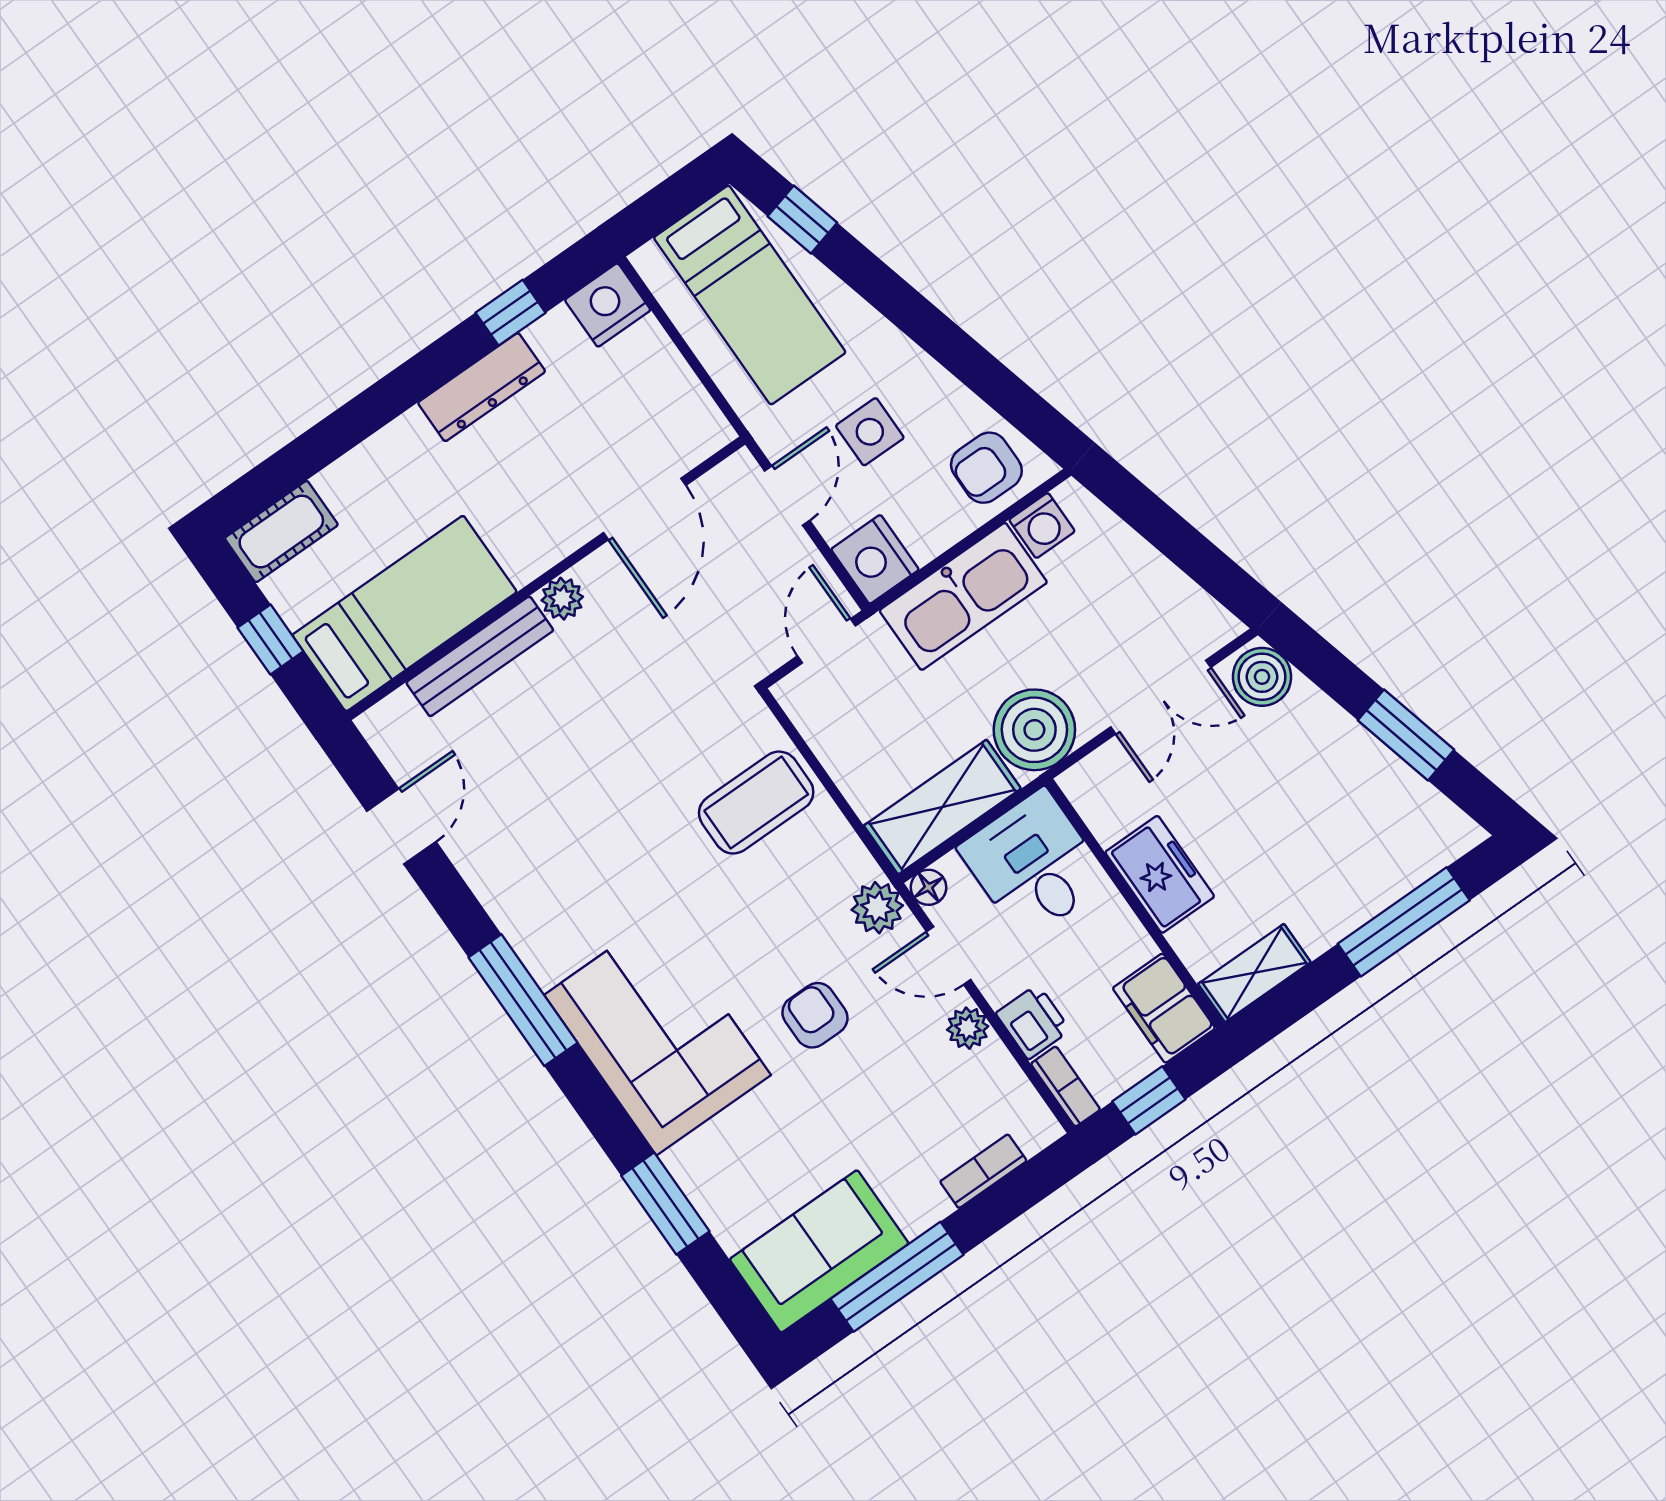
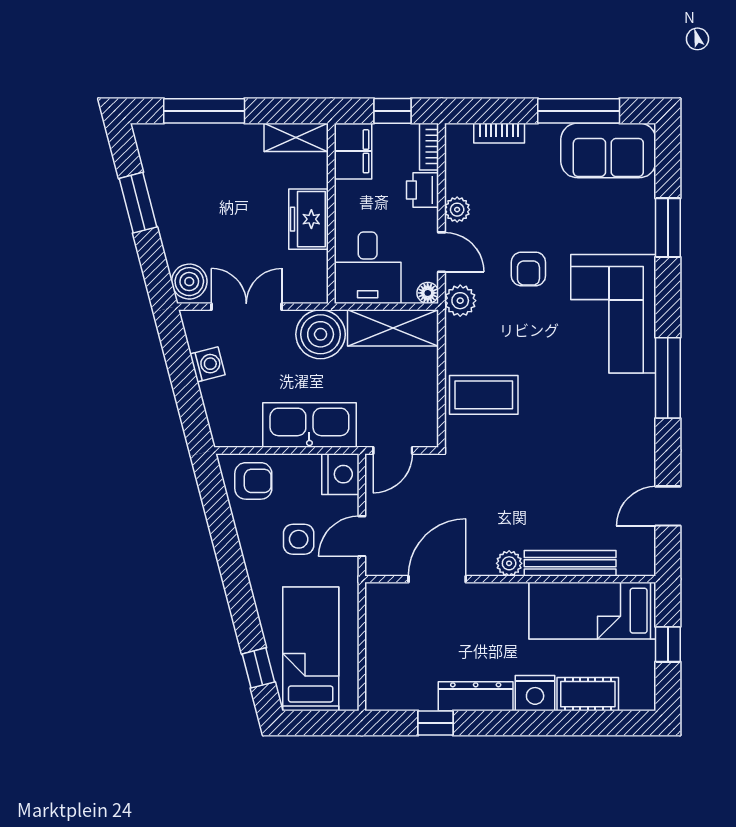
nightstand: (608, 305) -> (535, 693), moved
washing machine: (1042, 525) -> (207, 364), moved, turned 76
cot: (281, 532) -> (588, 694), moved

